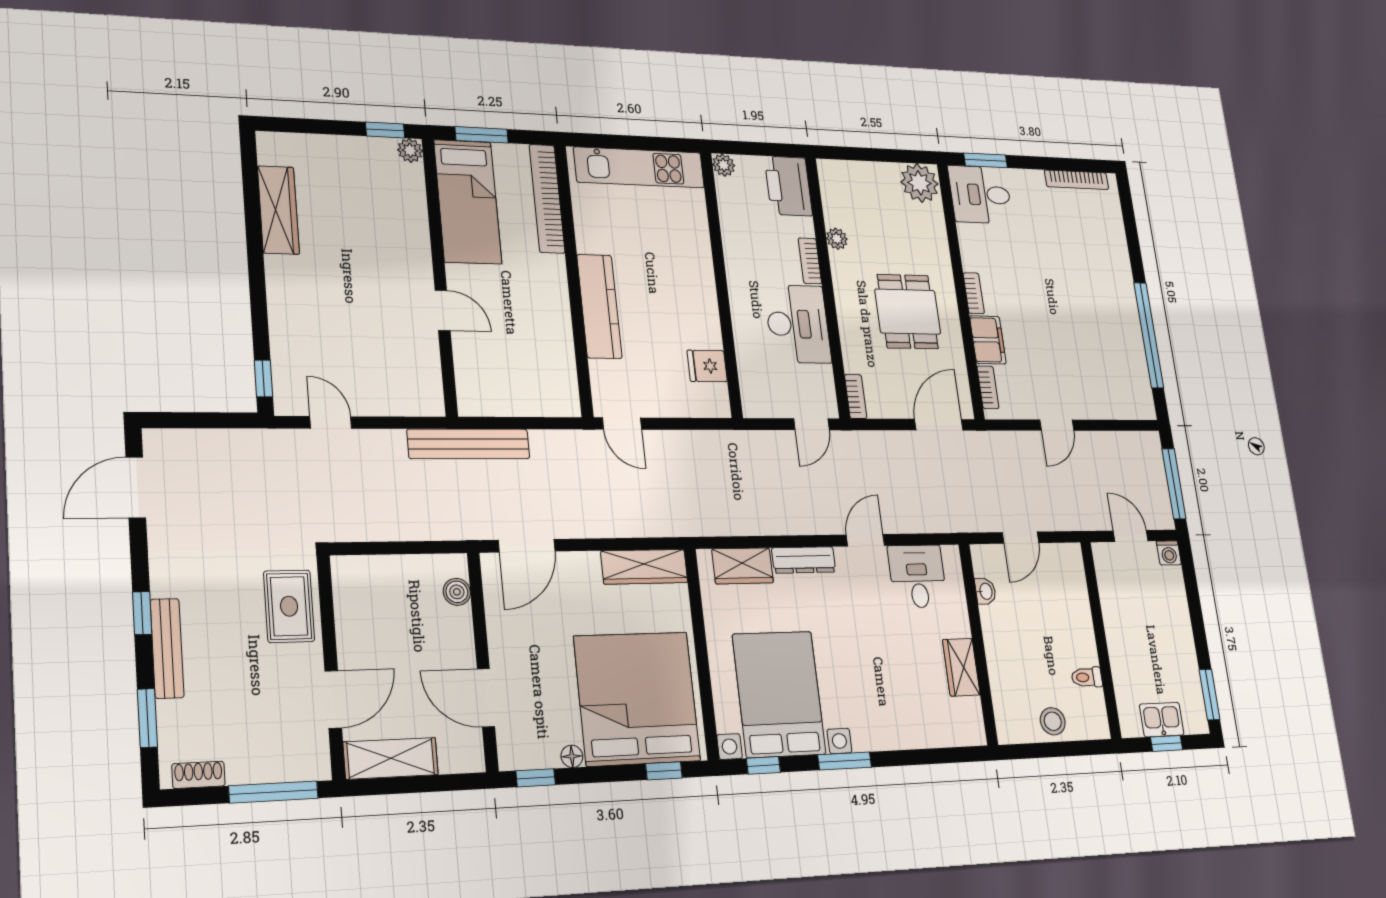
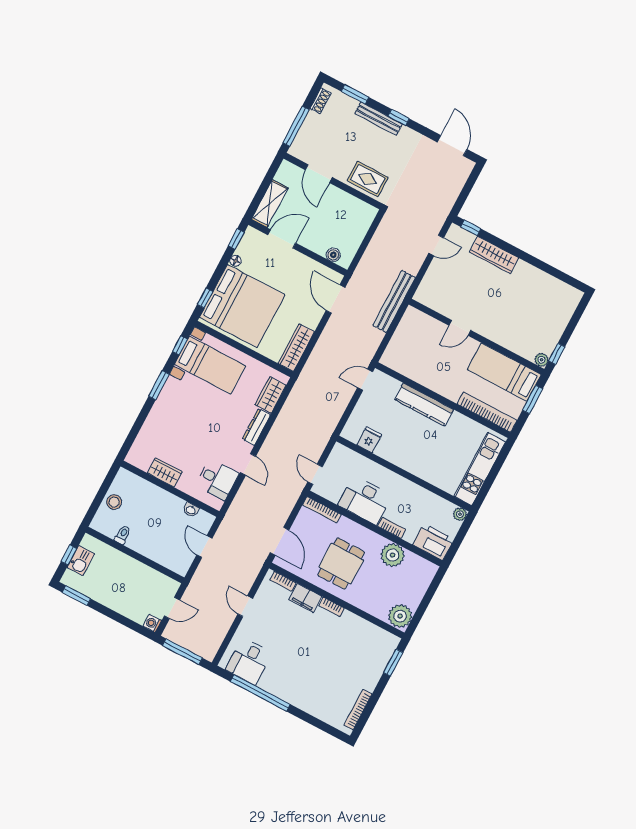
desk: (980, 195) -> (249, 661), moved, turned 180
wardrobe: (278, 210) -> (494, 255), moved
plant: (837, 239) -> (393, 555), width x1.88, depth x1.88
dining table: (908, 312) -> (341, 564), turned 90
bookcase: (856, 397) -> (322, 510), width x1.56
bed with nightstands: (779, 694) -> (210, 365), width x0.73
shelving: (391, 758) -> (270, 204), moved

